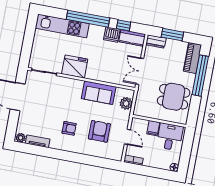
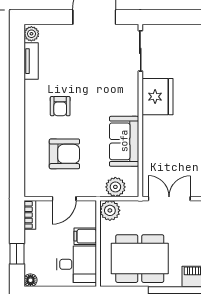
dining table: (174, 97) -> (140, 259), width x1.38
plant: (140, 110) -> (110, 210), added
window: (156, 173) -> (17, 254), added

